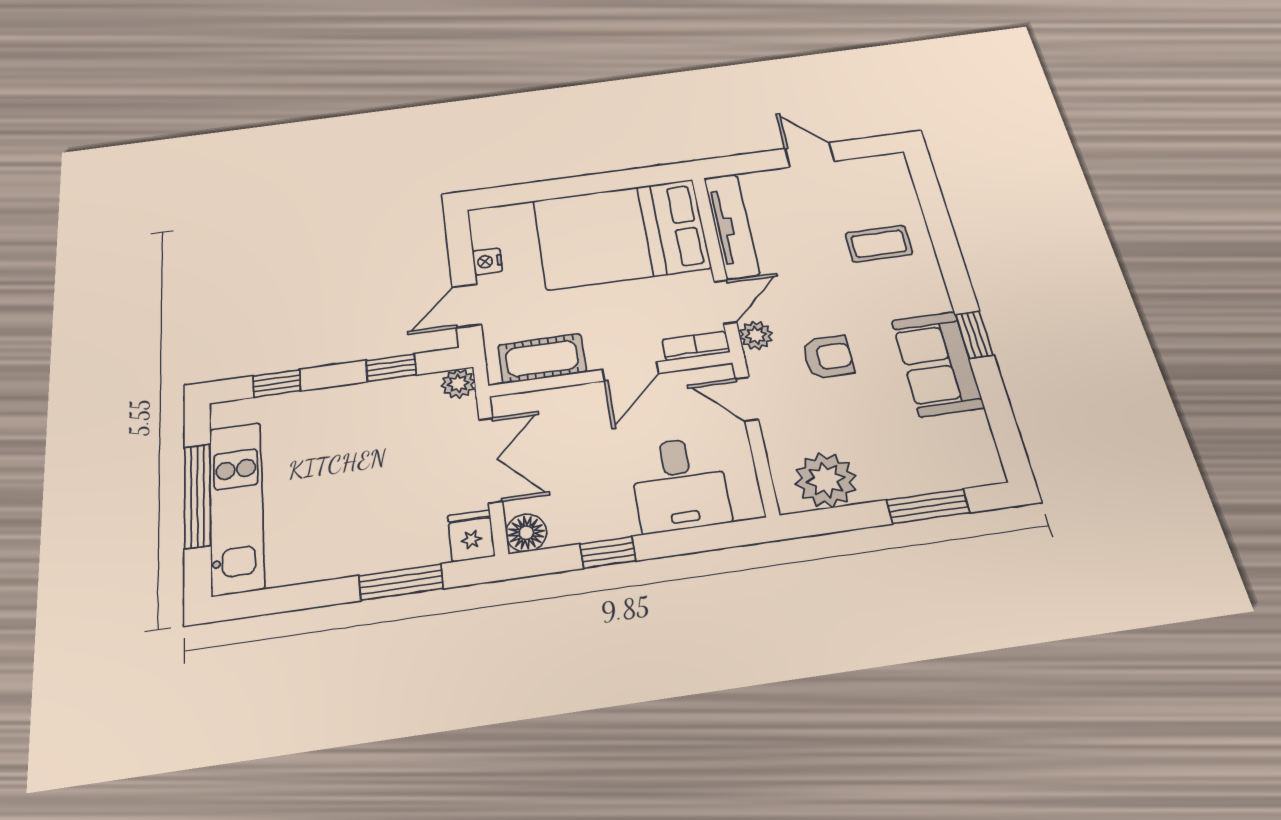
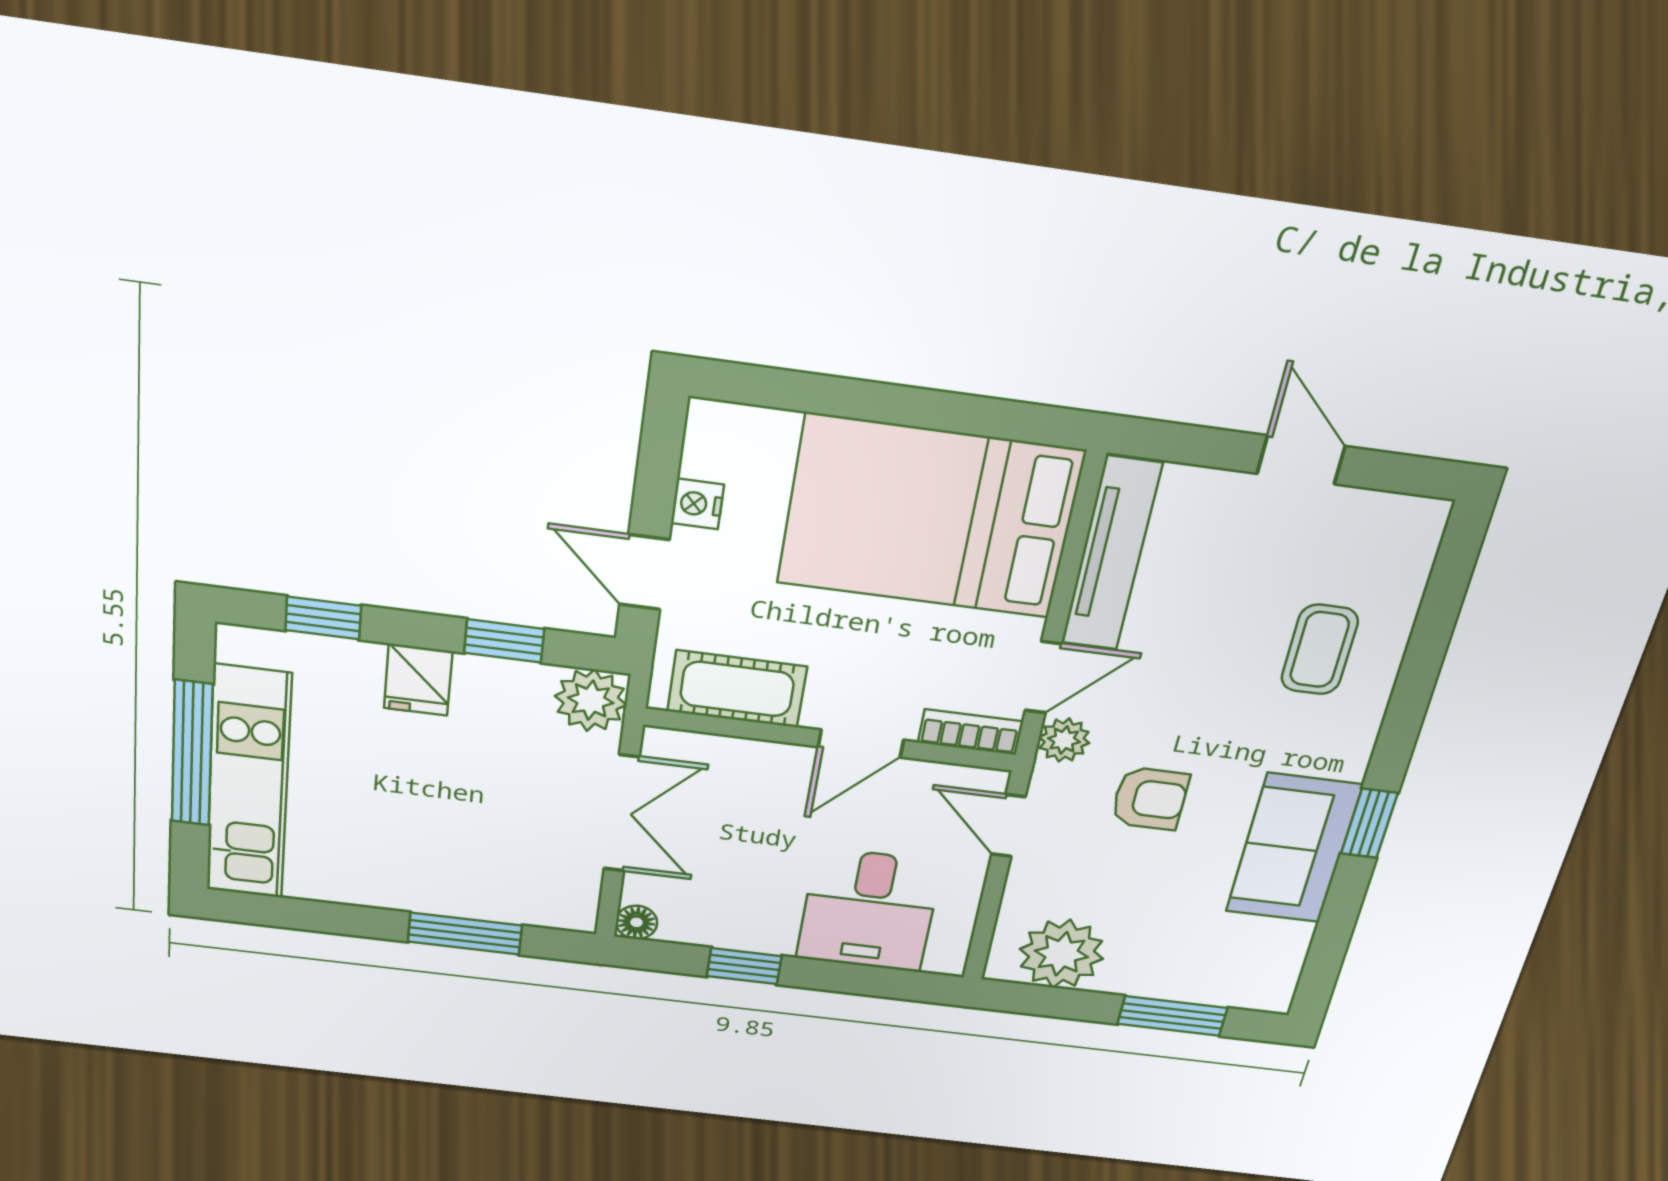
coffee table: (879, 244) -> (1320, 650), turned 90
door: (467, 306) -> (644, 572), hinge flipped
plant: (458, 384) -> (591, 700), width x1.38, depth x1.38
floor lamp: (526, 533) -> (637, 922), width x0.73, depth x0.73
fridge: (471, 536) -> (418, 680), moved, turned 180

